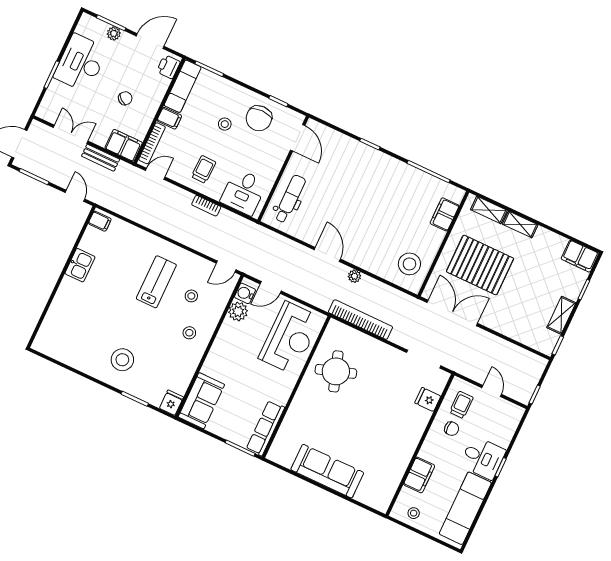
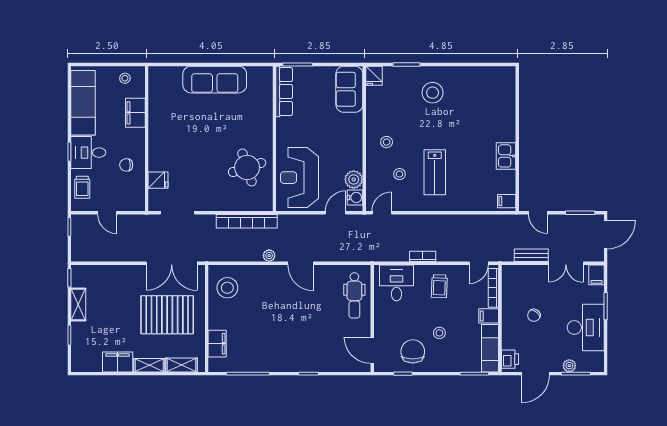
filing cabinet: (124, 145) -> (596, 275), moved, width x0.50
filing cabinet: (580, 256) -> (118, 362), moved
trolley: (461, 405) -> (82, 187), moved

